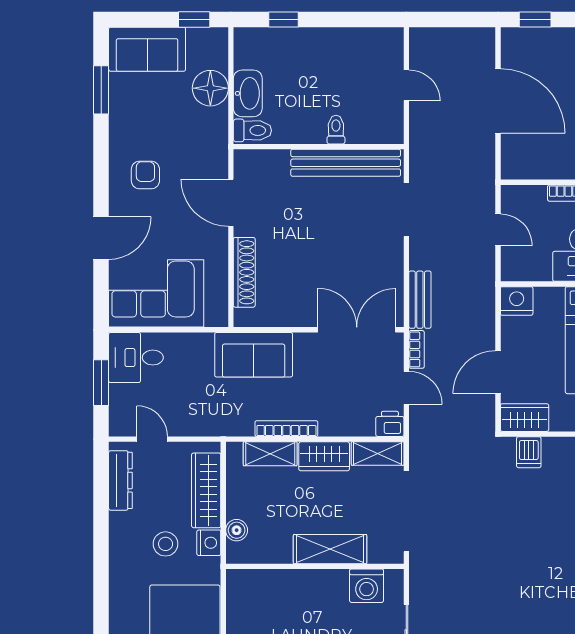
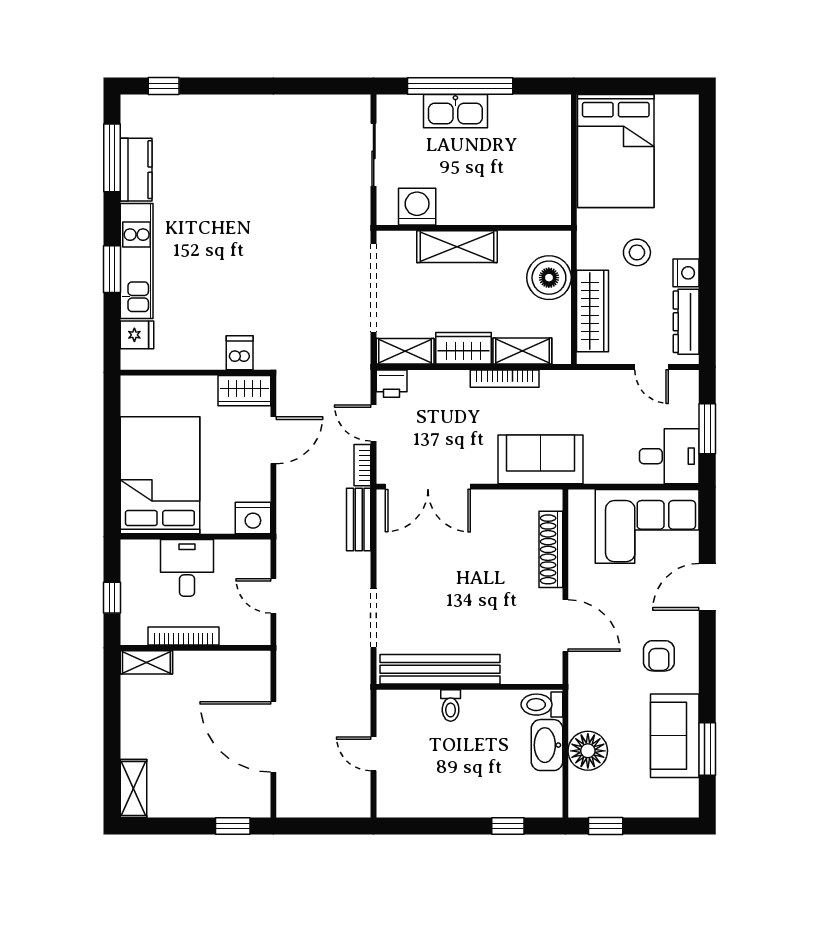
sofa: (147, 49) -> (675, 736), moved, turned -90
boiler: (237, 530) -> (549, 278), width x1.86, depth x1.86
nightstand: (209, 543) -> (686, 273), moved, turned 180

